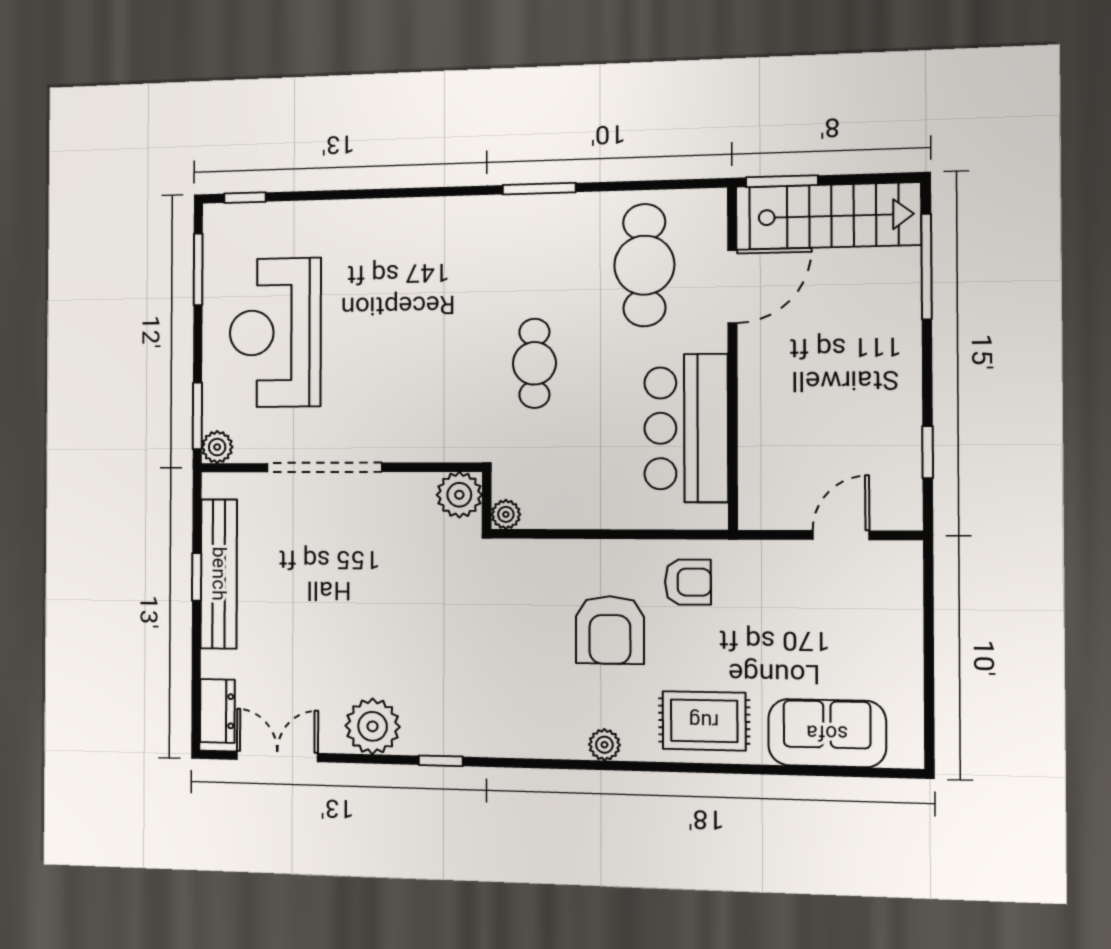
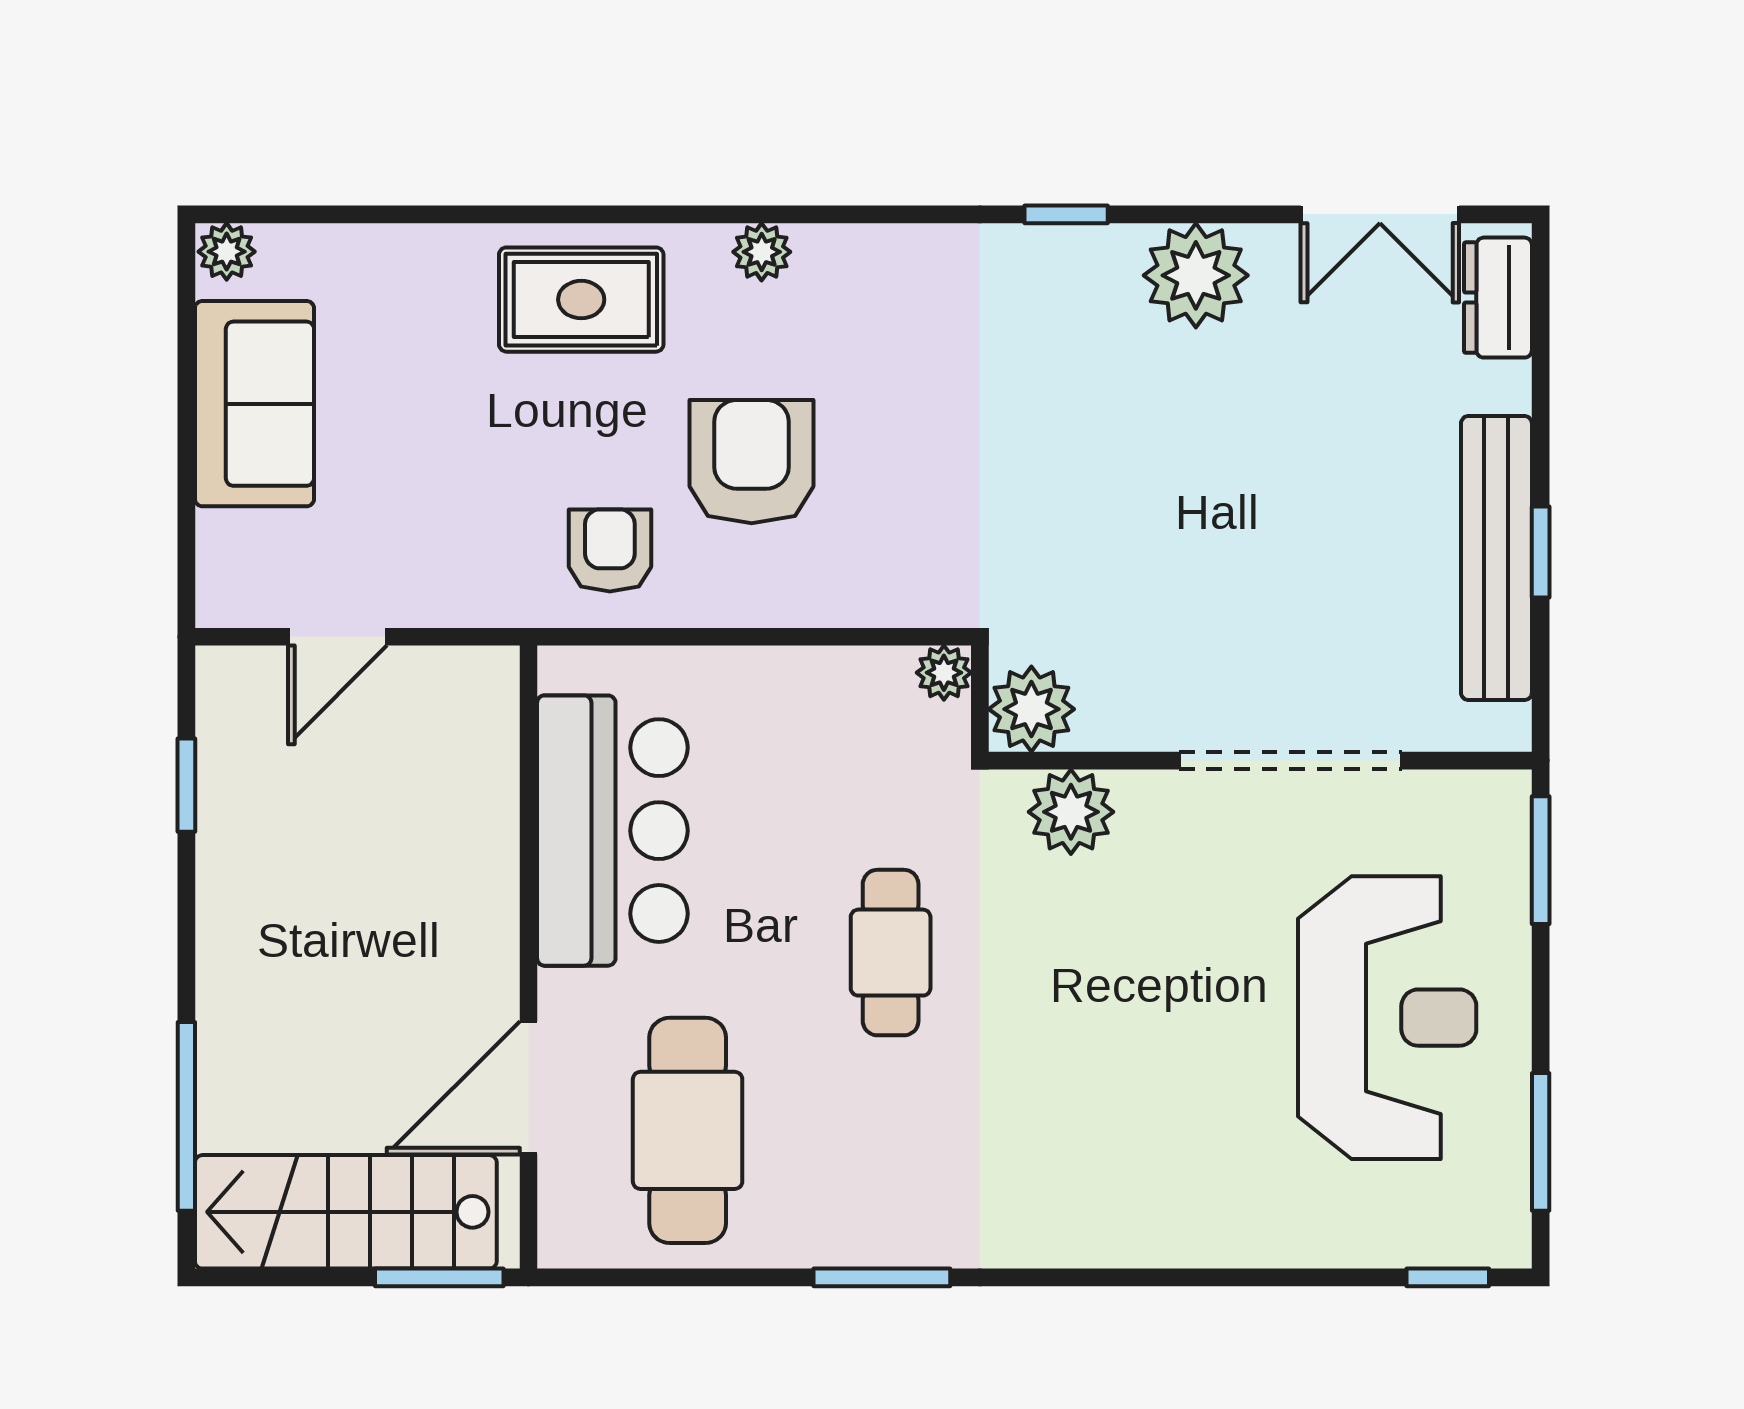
plant: (217, 447) -> (1071, 812), moved, width x1.38, depth x1.38
armchair: (688, 582) -> (610, 550), turned 90
sofa: (827, 733) -> (254, 404), moved, turned -90
plant: (906, 752) -> (227, 252), added

